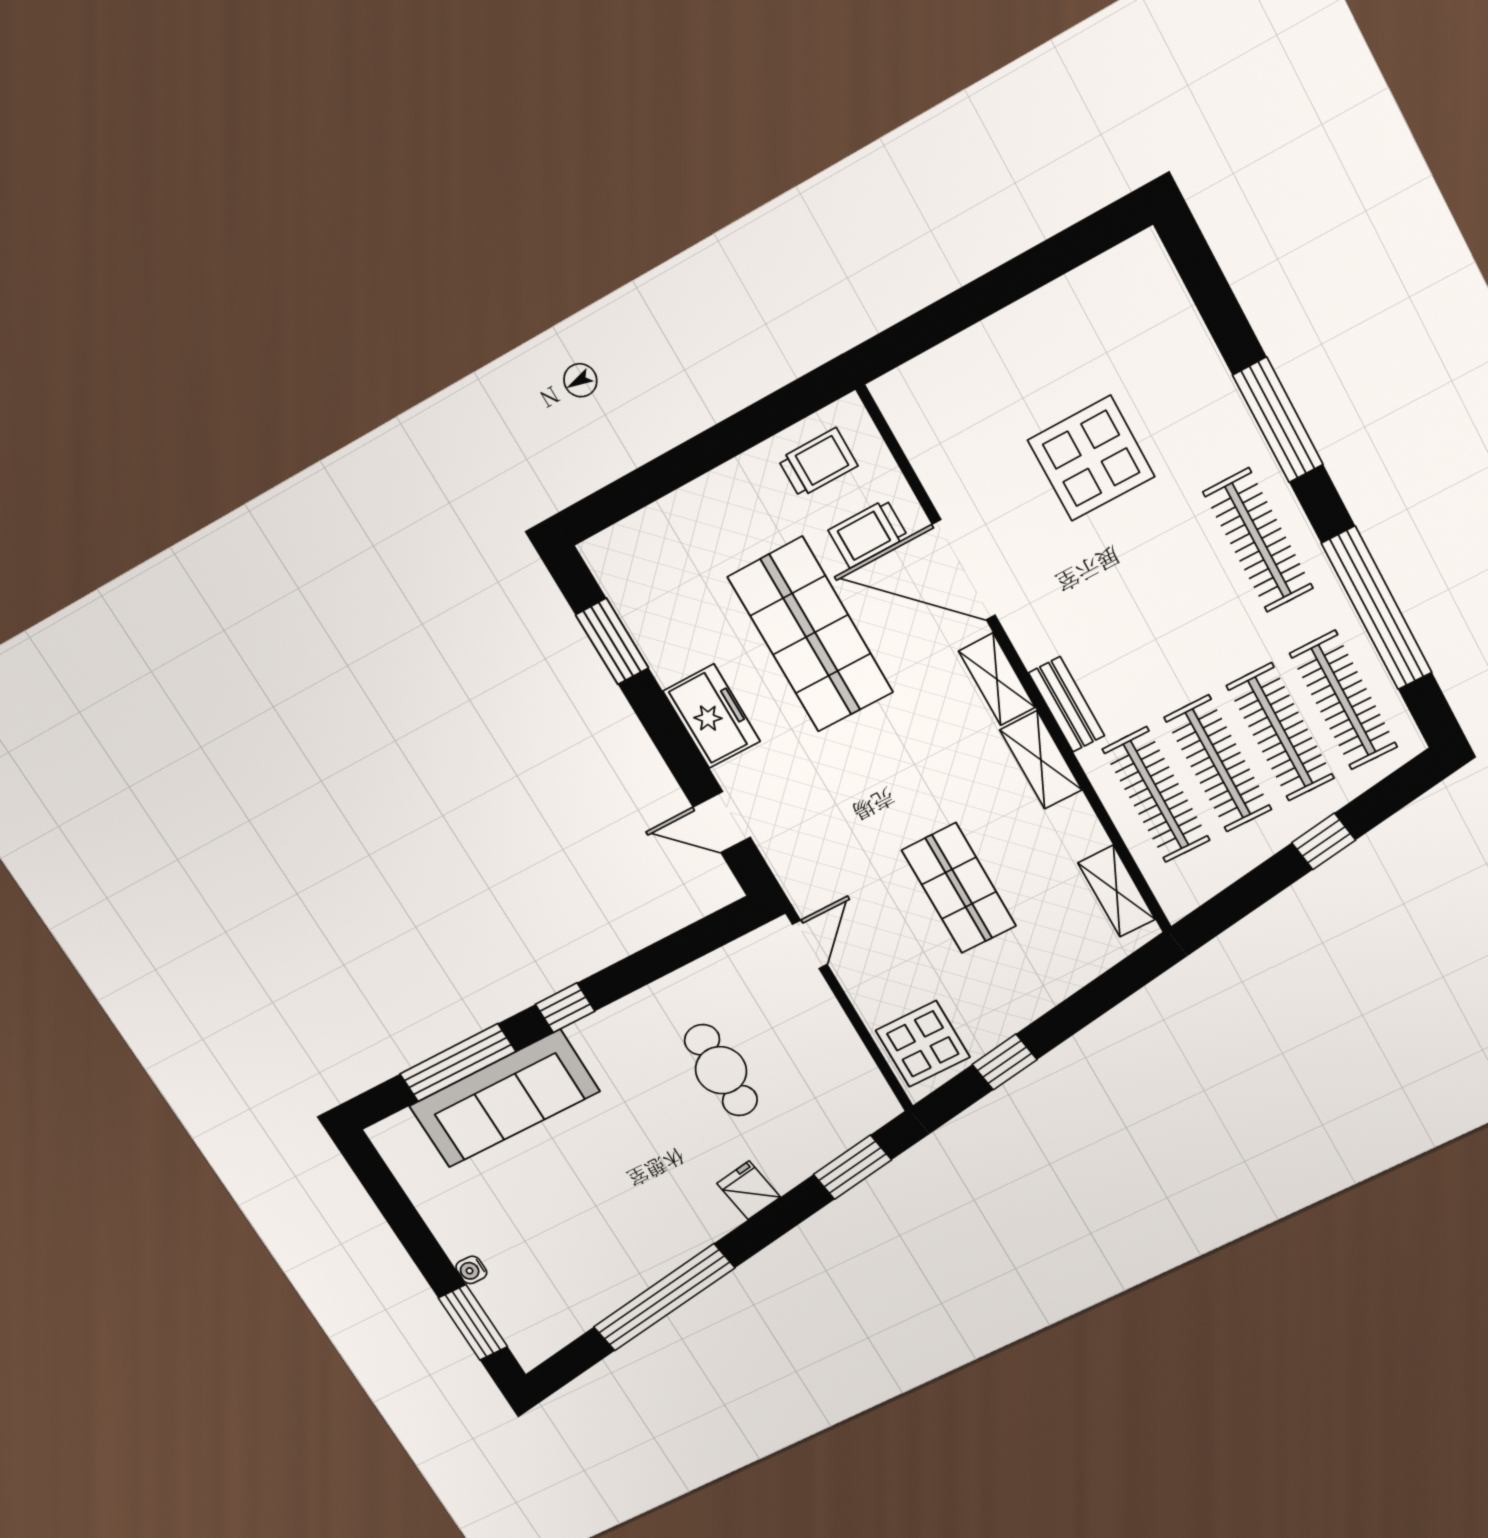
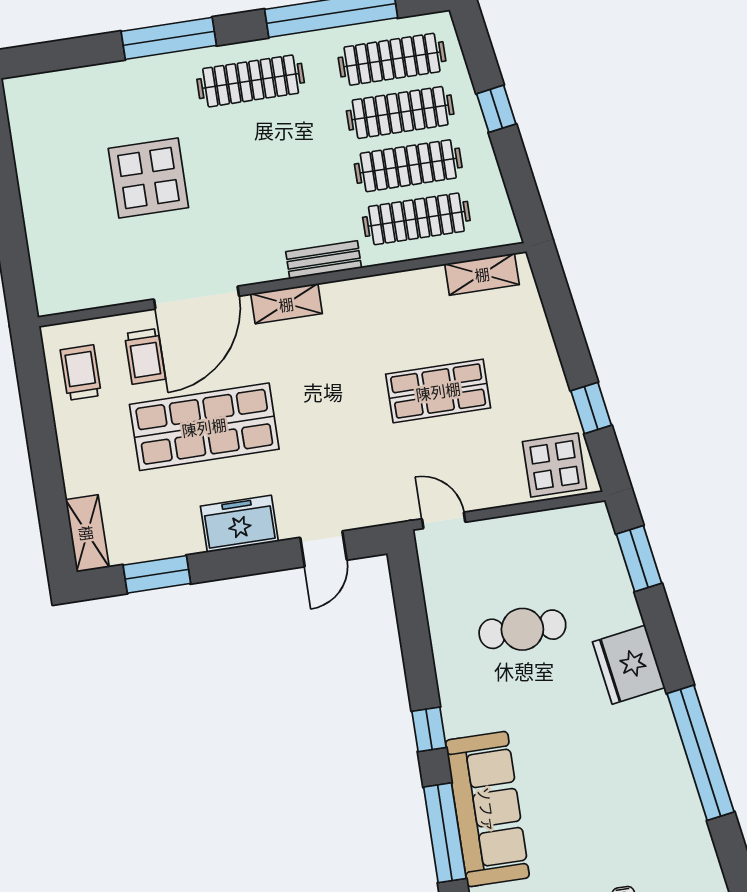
shelving: (1041, 760) -> (87, 533), moved, turned 90
fridge: (749, 1190) -> (629, 665), width x1.88, depth x1.34

